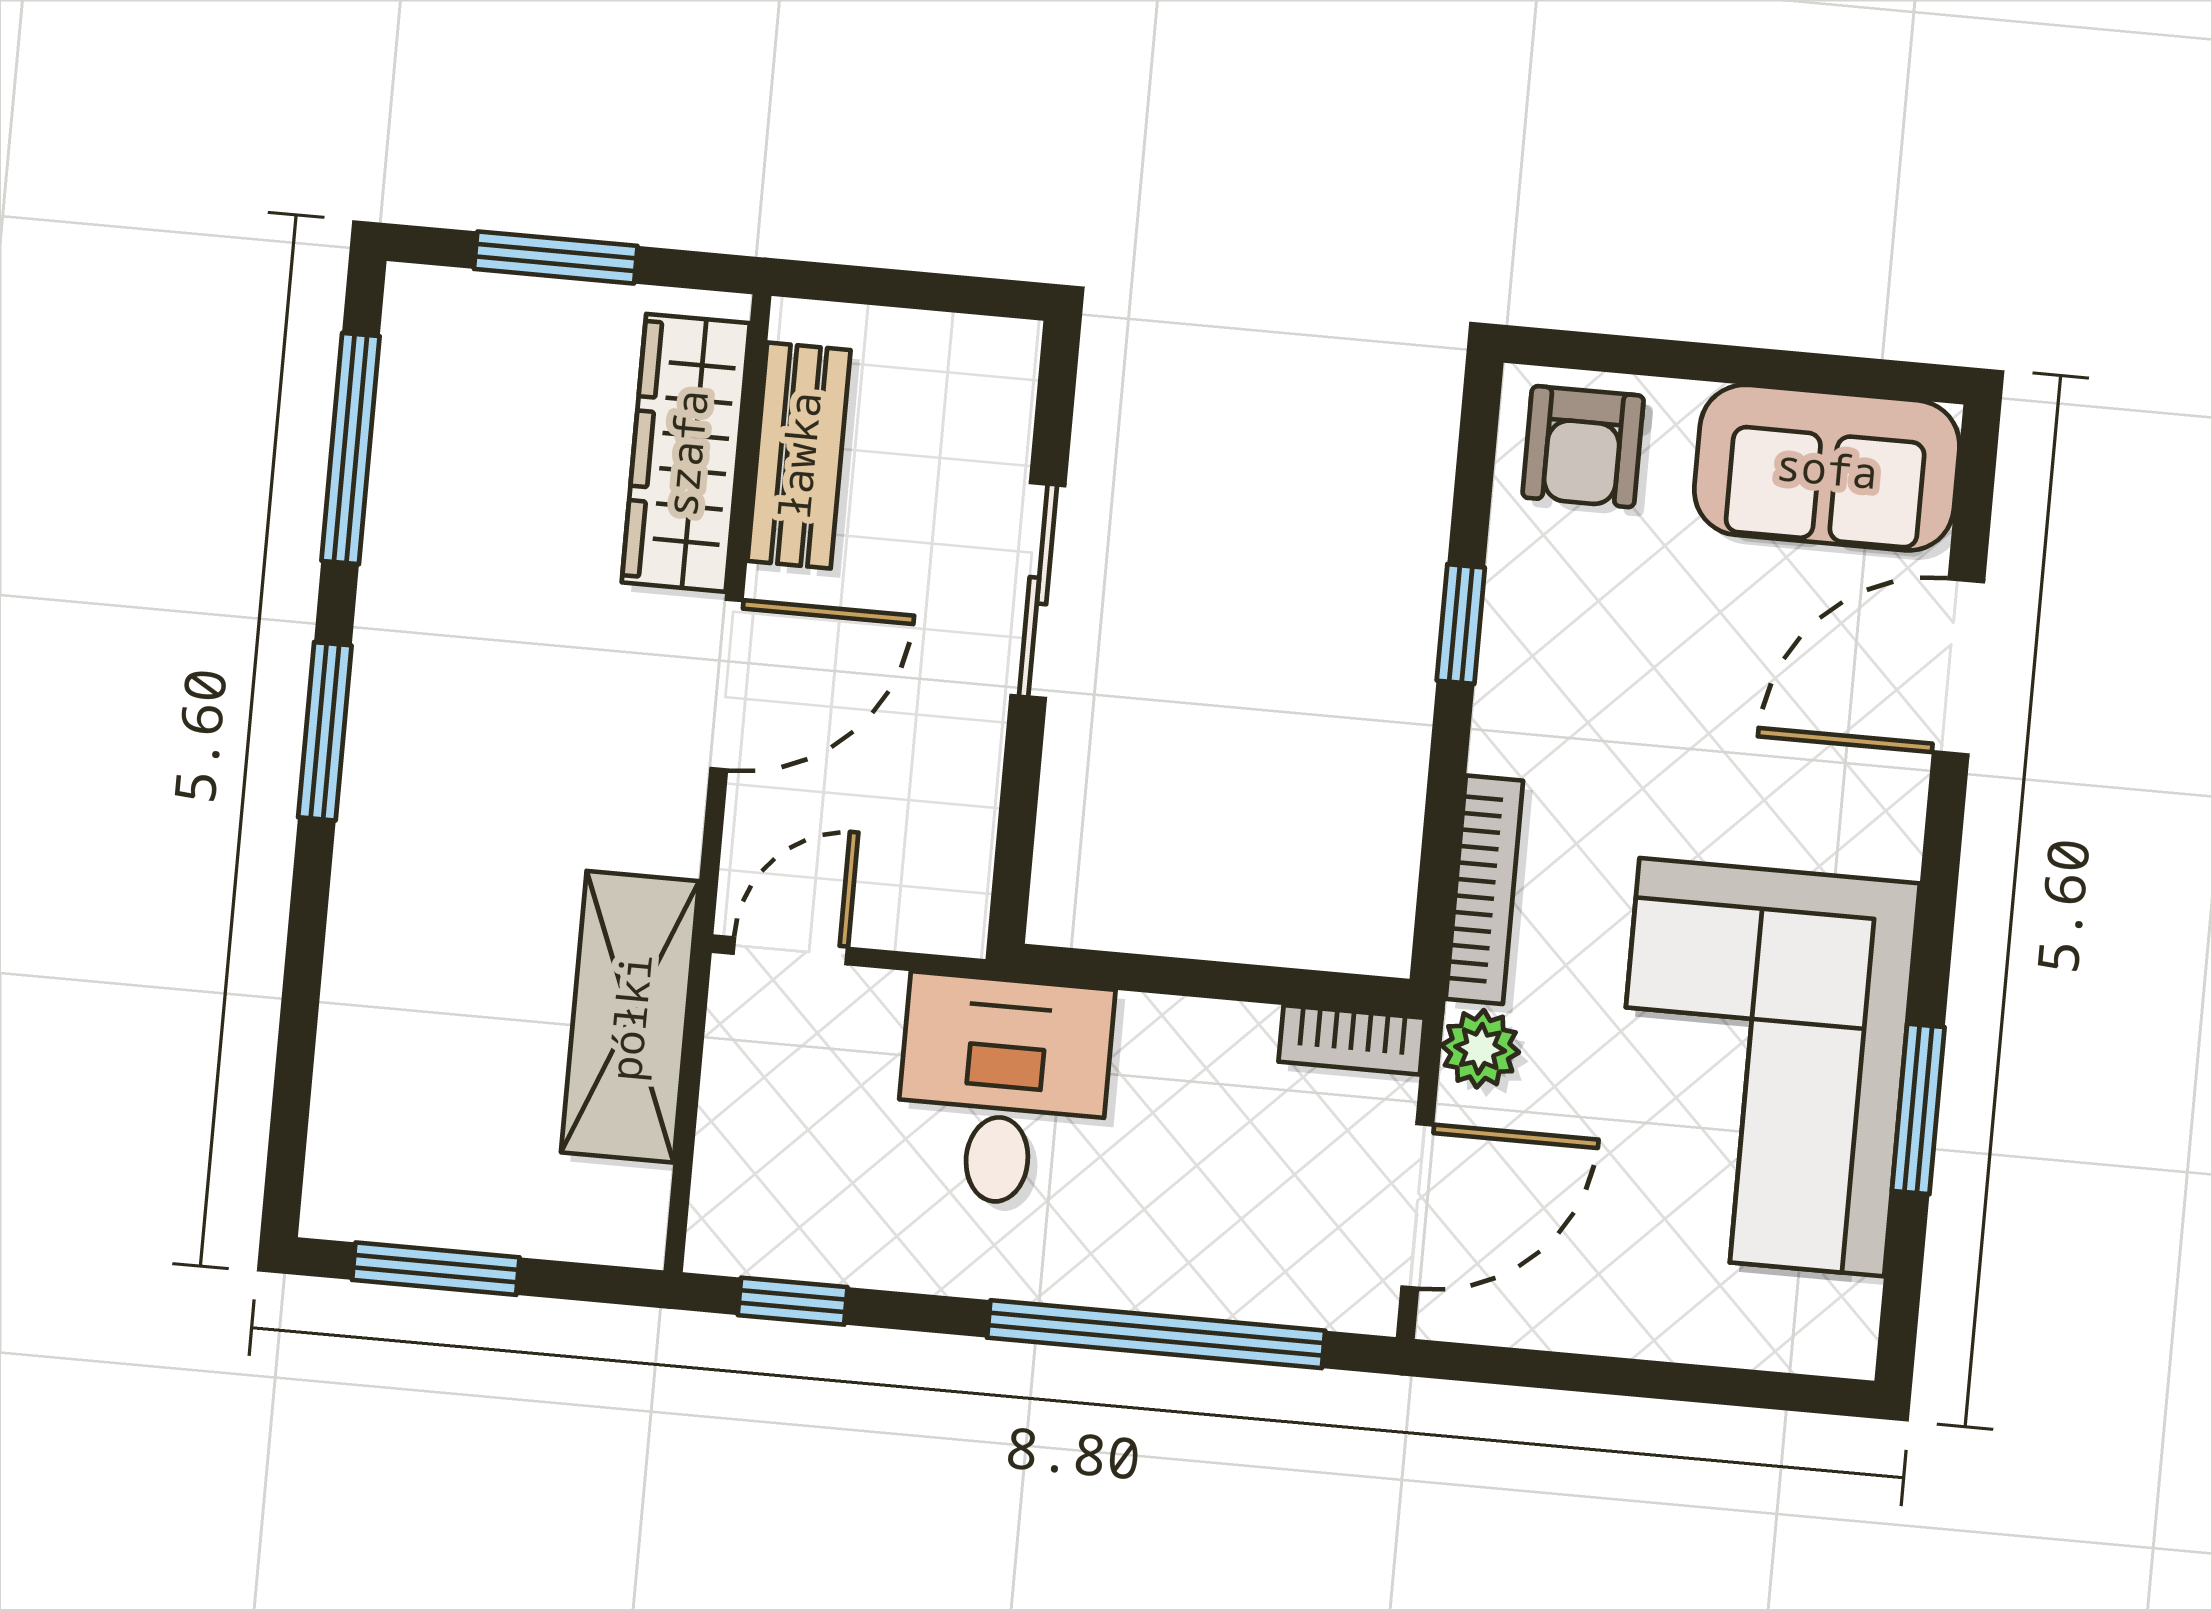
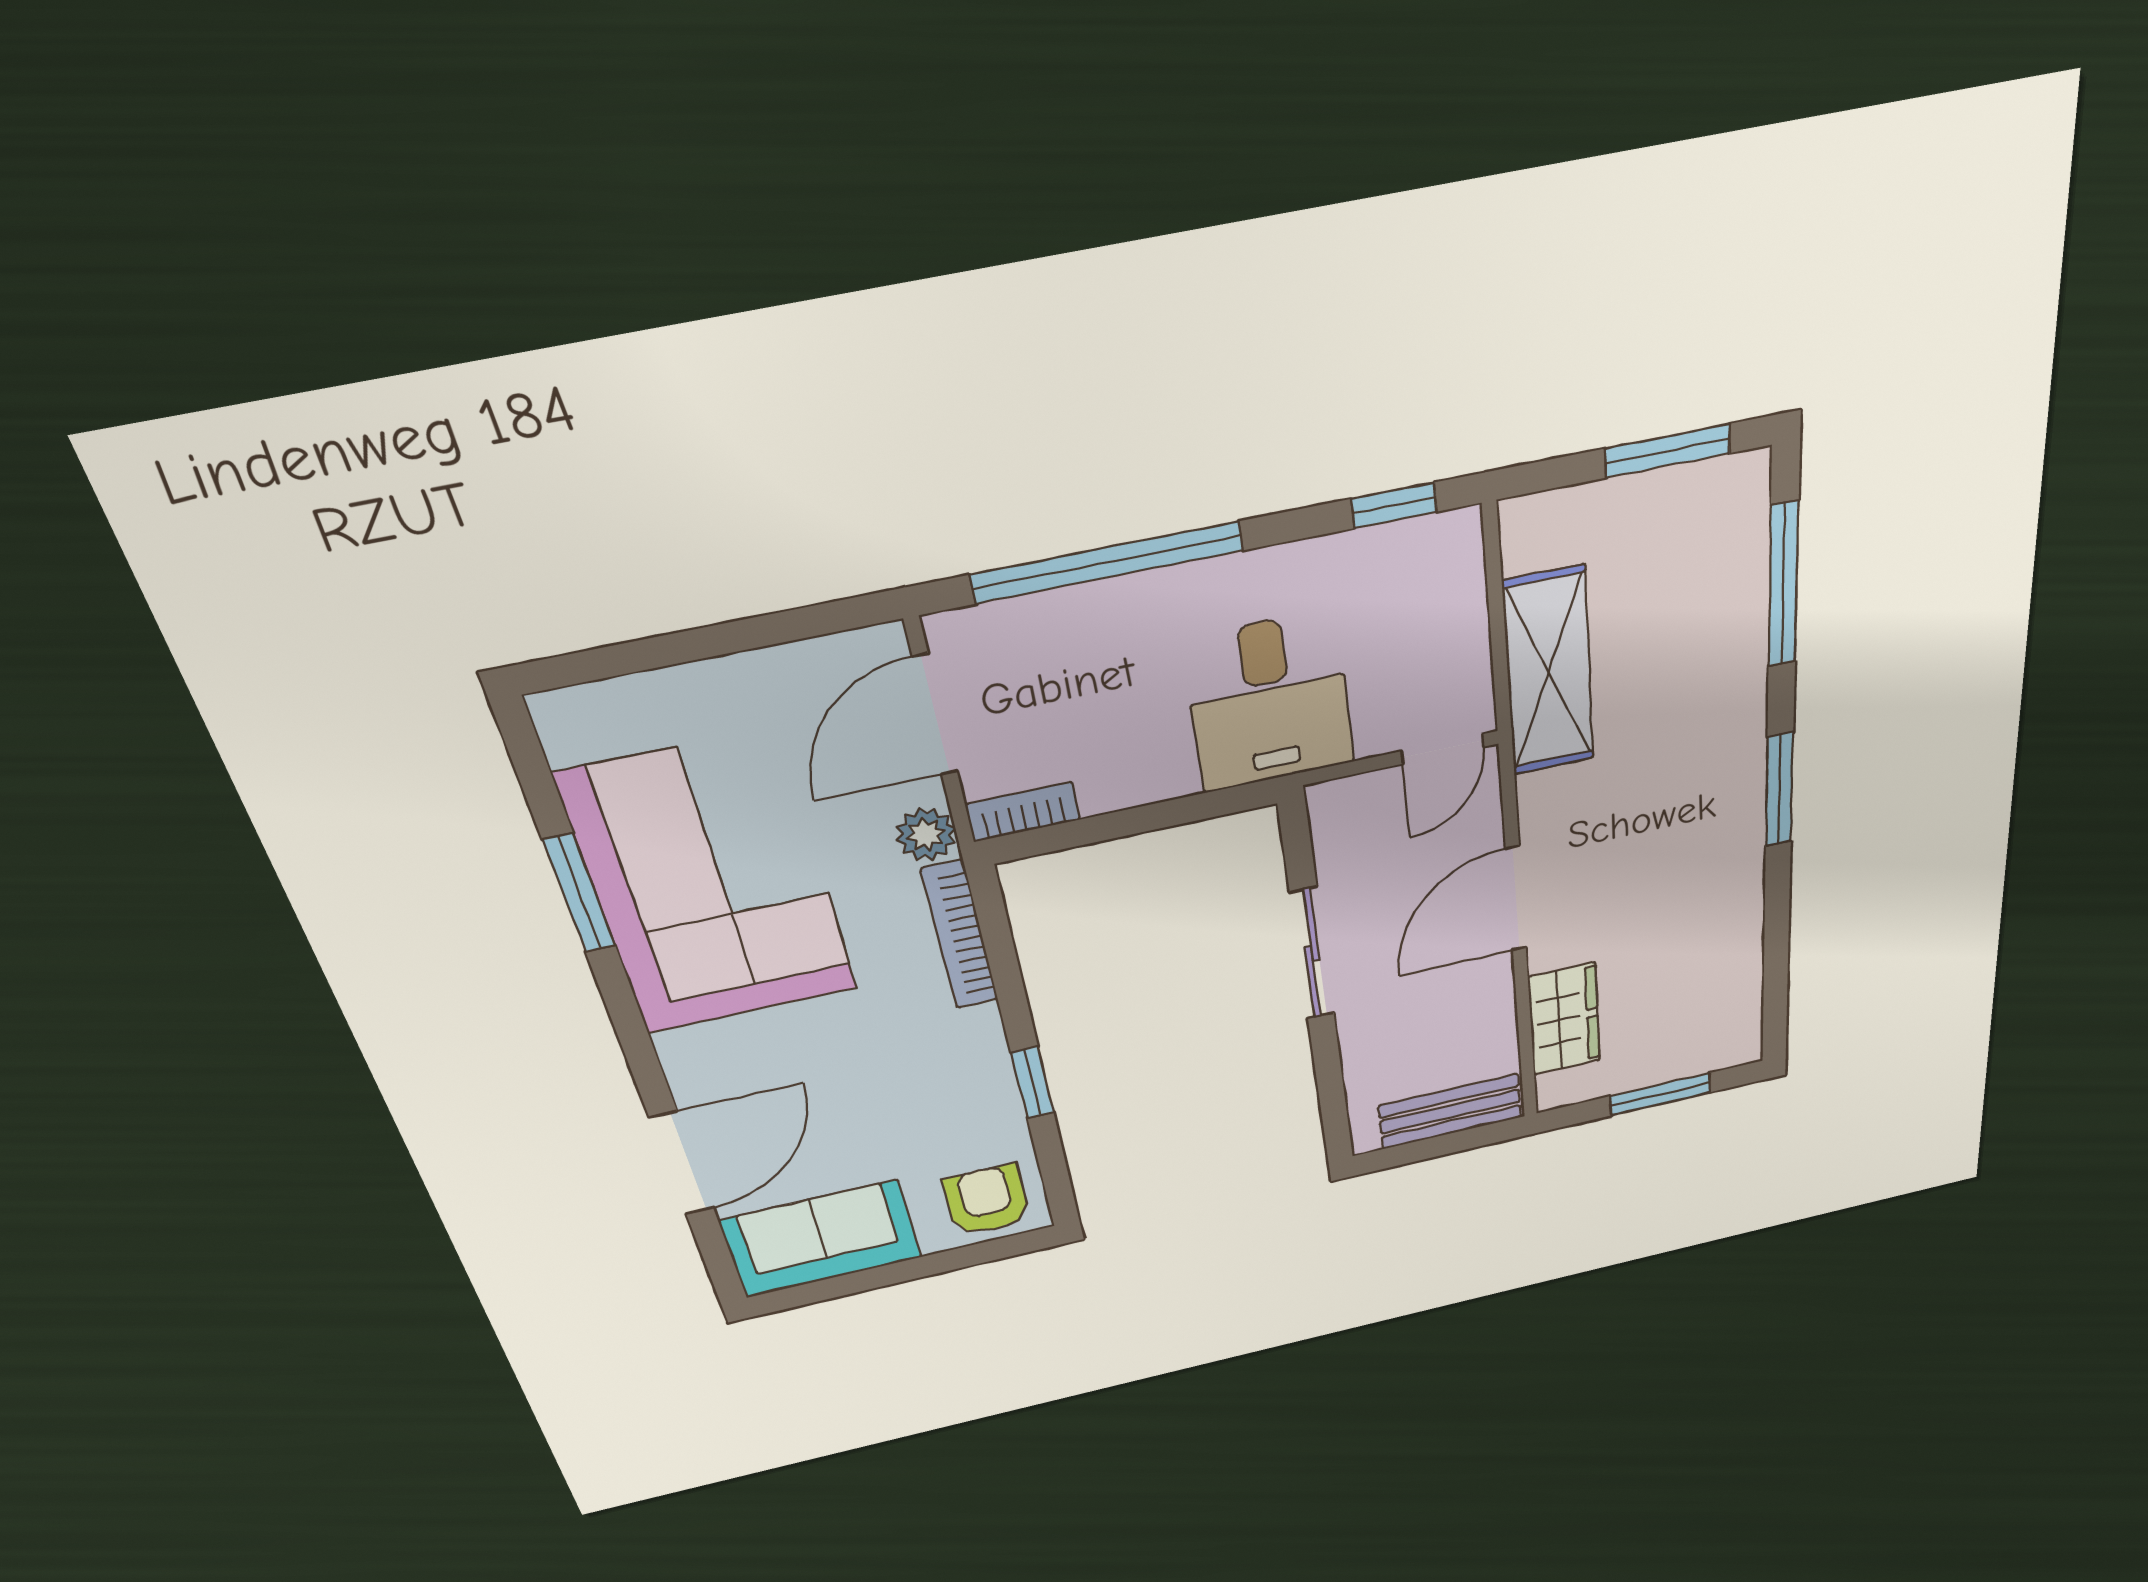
window: (351, 448) -> (1783, 585), moved
wardrobe: (686, 453) -> (1564, 1019), width x0.67
bench: (799, 455) -> (1450, 1111), moved, turned 90
sliding door: (1038, 591) -> (1312, 953), moved

